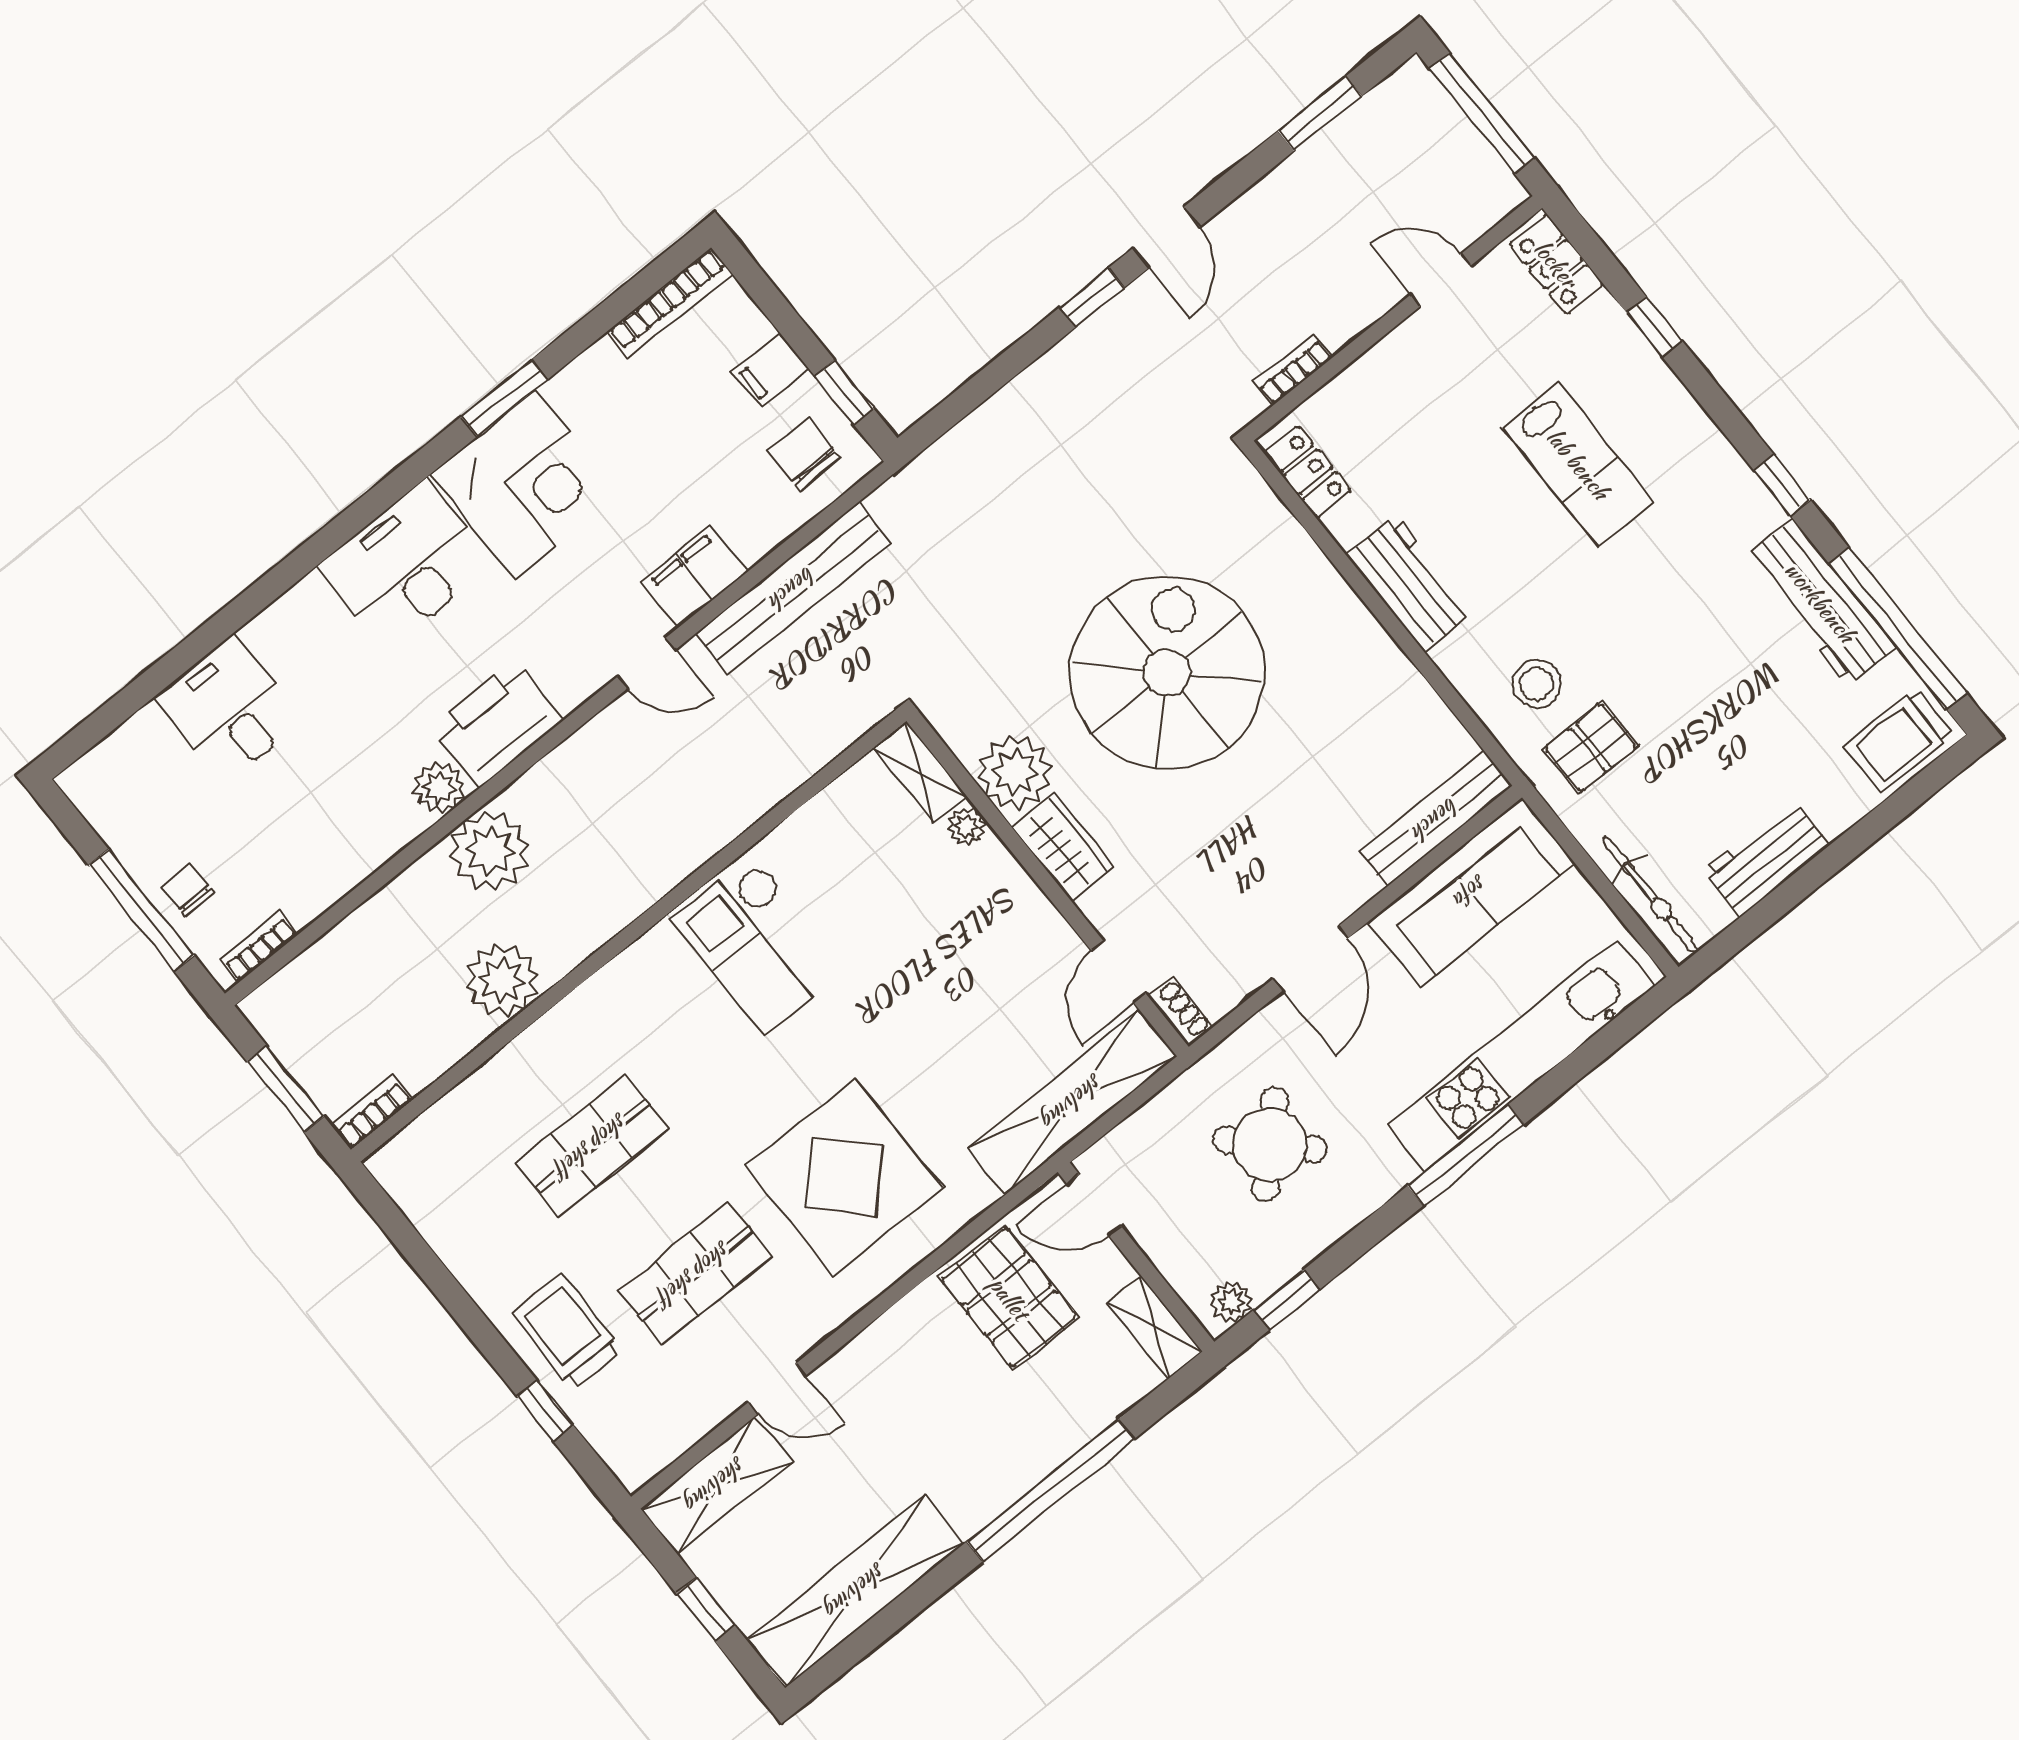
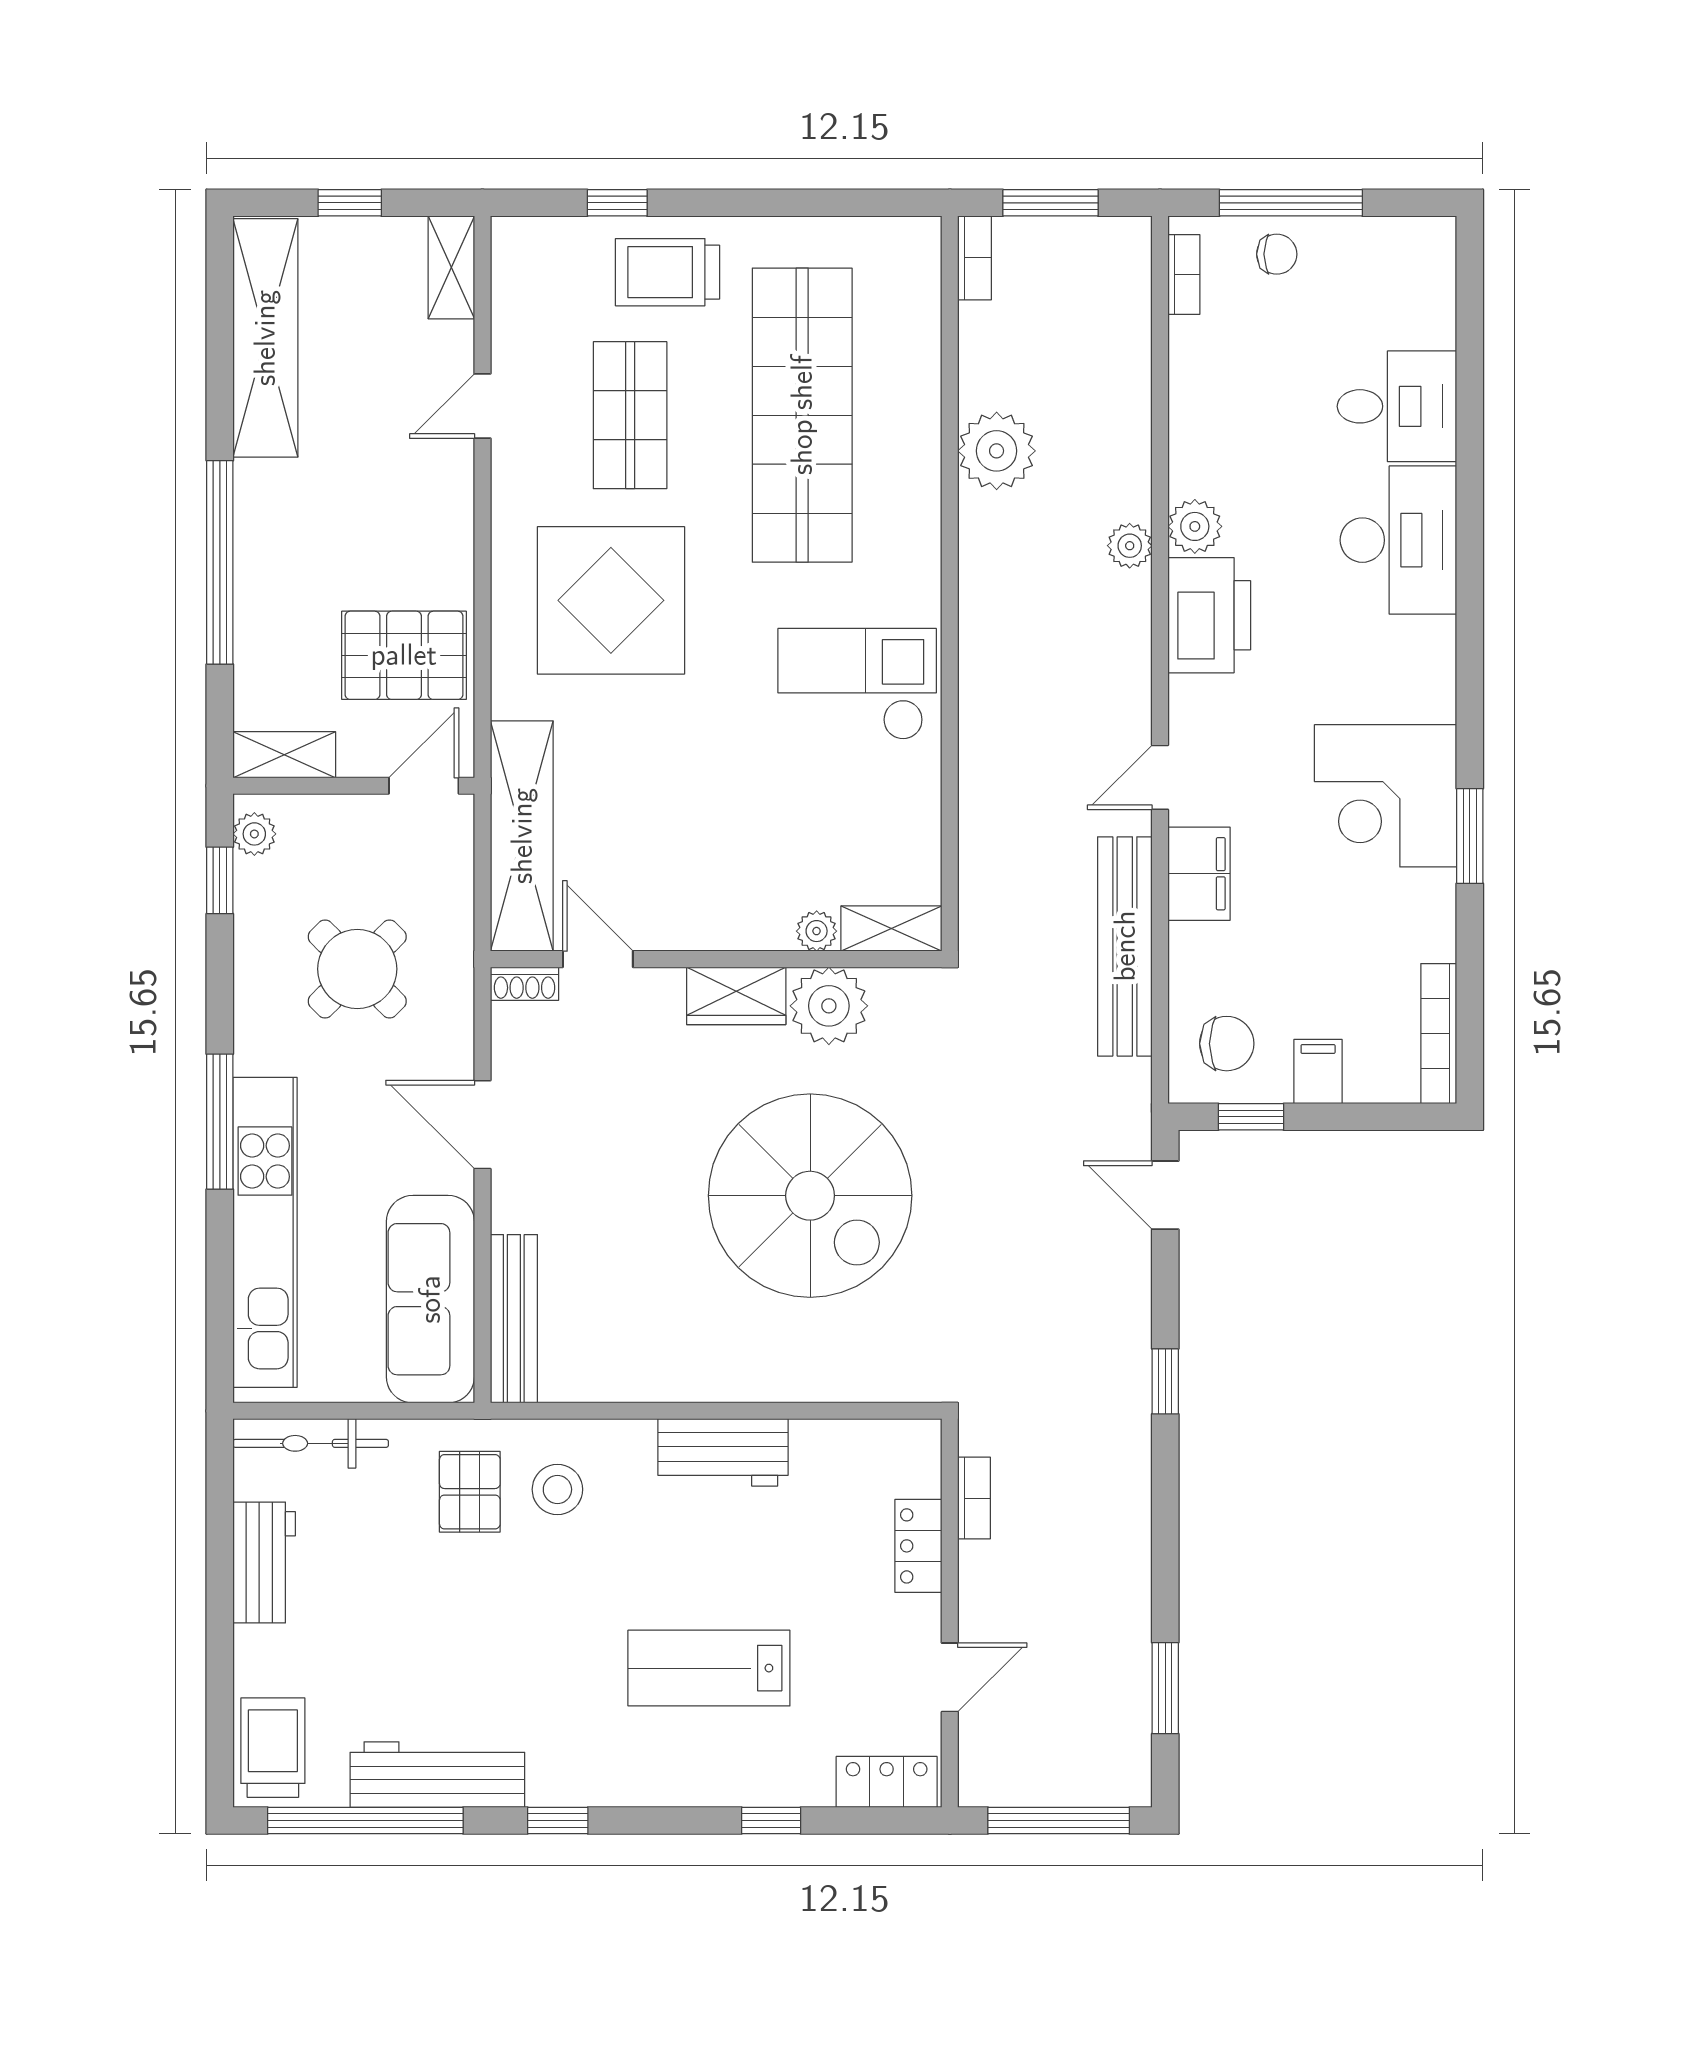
door: (1166, 237) -> (1165, 1195), moved
locker: (1308, 472) -> (918, 1546), moved, turned 90
desk: (406, 565) -> (1398, 540), moved
plant: (490, 851) -> (1130, 546), width x0.53, depth x0.53
shop shelf: (592, 1146) -> (802, 415), width x2.00, depth x1.36
trolley: (567, 1332) -> (667, 272), turned 180
shelving: (716, 1485) -> (451, 267), width x0.67, depth x0.75

